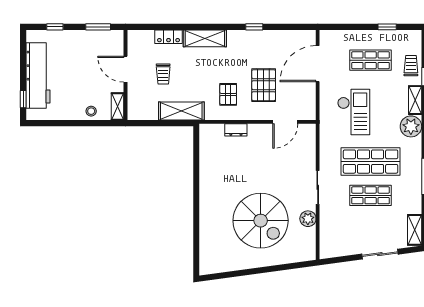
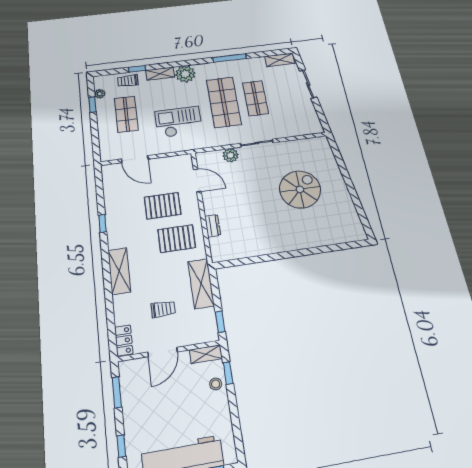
plant: (399, 35) -> (100, 94), added
locker: (168, 37) -> (124, 340), moved
door: (318, 64) -> (135, 159), width x0.73
pallet: (228, 94) -> (177, 239), width x1.50, depth x1.42
window: (98, 123) -> (228, 373), added
window: (144, 123) -> (220, 322), added
plant: (308, 219) -> (231, 155), moved
spiral stairs: (261, 221) -> (300, 189), width x0.73, depth x0.73

